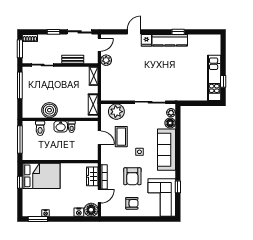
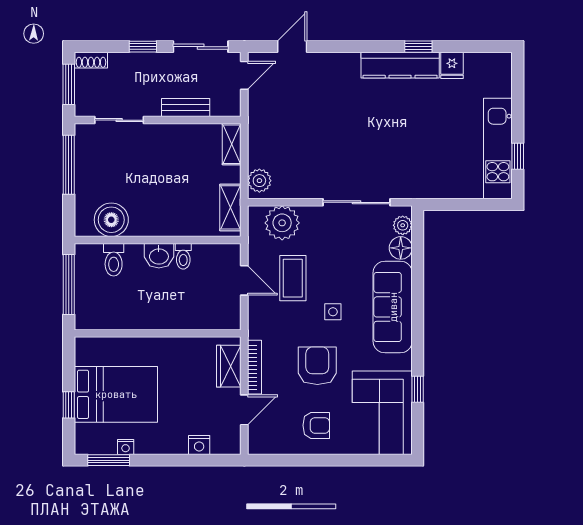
door: (134, 32) -> (292, 47), moved
fridge: (146, 40) -> (452, 65), moved
plant: (106, 60) -> (259, 181), moved
boiler: (49, 110) -> (111, 220), moved
bed: (41, 176) -> (116, 394), moved
armchair: (132, 176) -> (317, 366), turned 180
window: (20, 182) -> (69, 405), moved
floor lamp: (91, 210) -> (226, 440), removed

